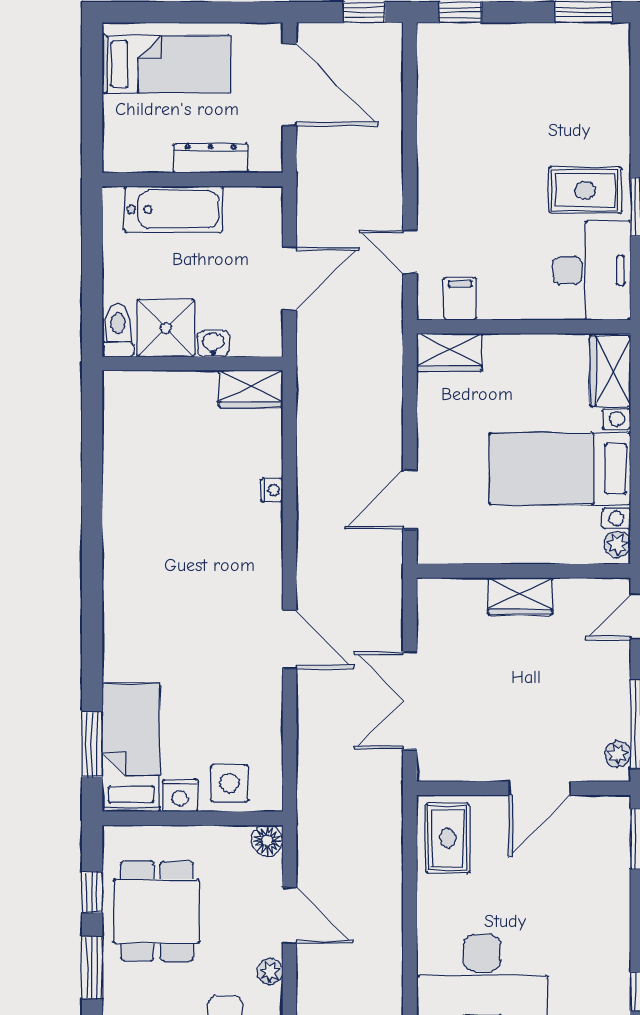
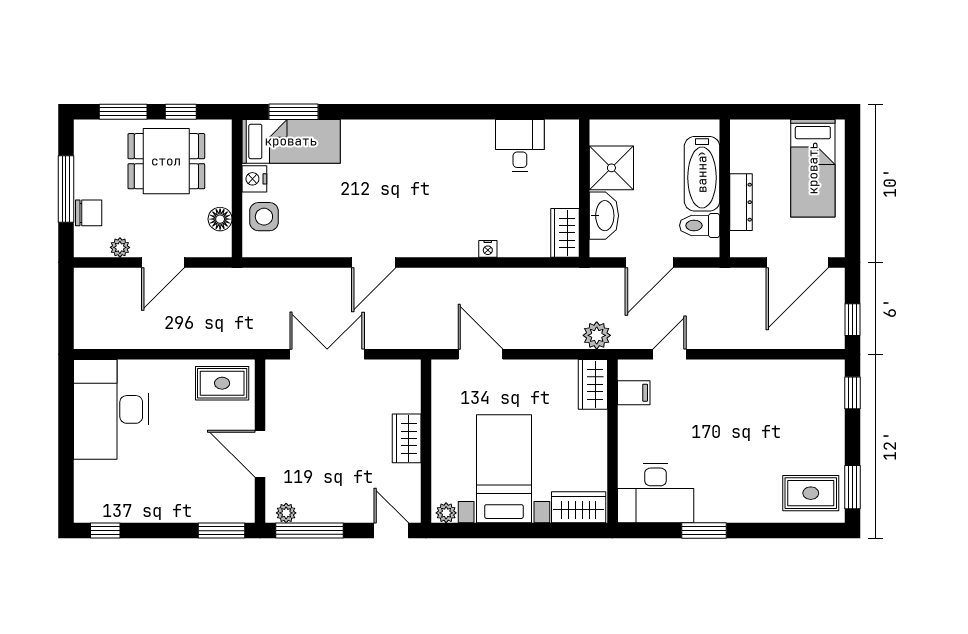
rug: (585, 190) -> (811, 493), moved, turned 90
door: (289, 279) -> (649, 262), hinge flipped
toilet: (118, 330) -> (700, 225), moved, turned 180
washbasin: (213, 344) -> (604, 216), width x1.91, depth x1.45
plant: (385, 347) -> (597, 335), added
desk: (136, 448) -> (520, 146), added
floor lamp: (267, 841) -> (220, 219), moved

